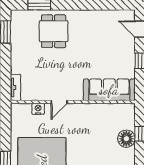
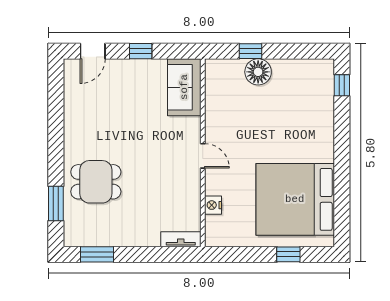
sofa: (109, 90) -> (184, 87), width x0.73
door: (59, 102) -> (203, 156), moved

